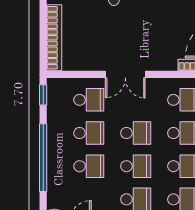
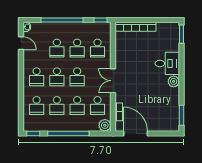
double door: (125, 74) -> (113, 81), moved

